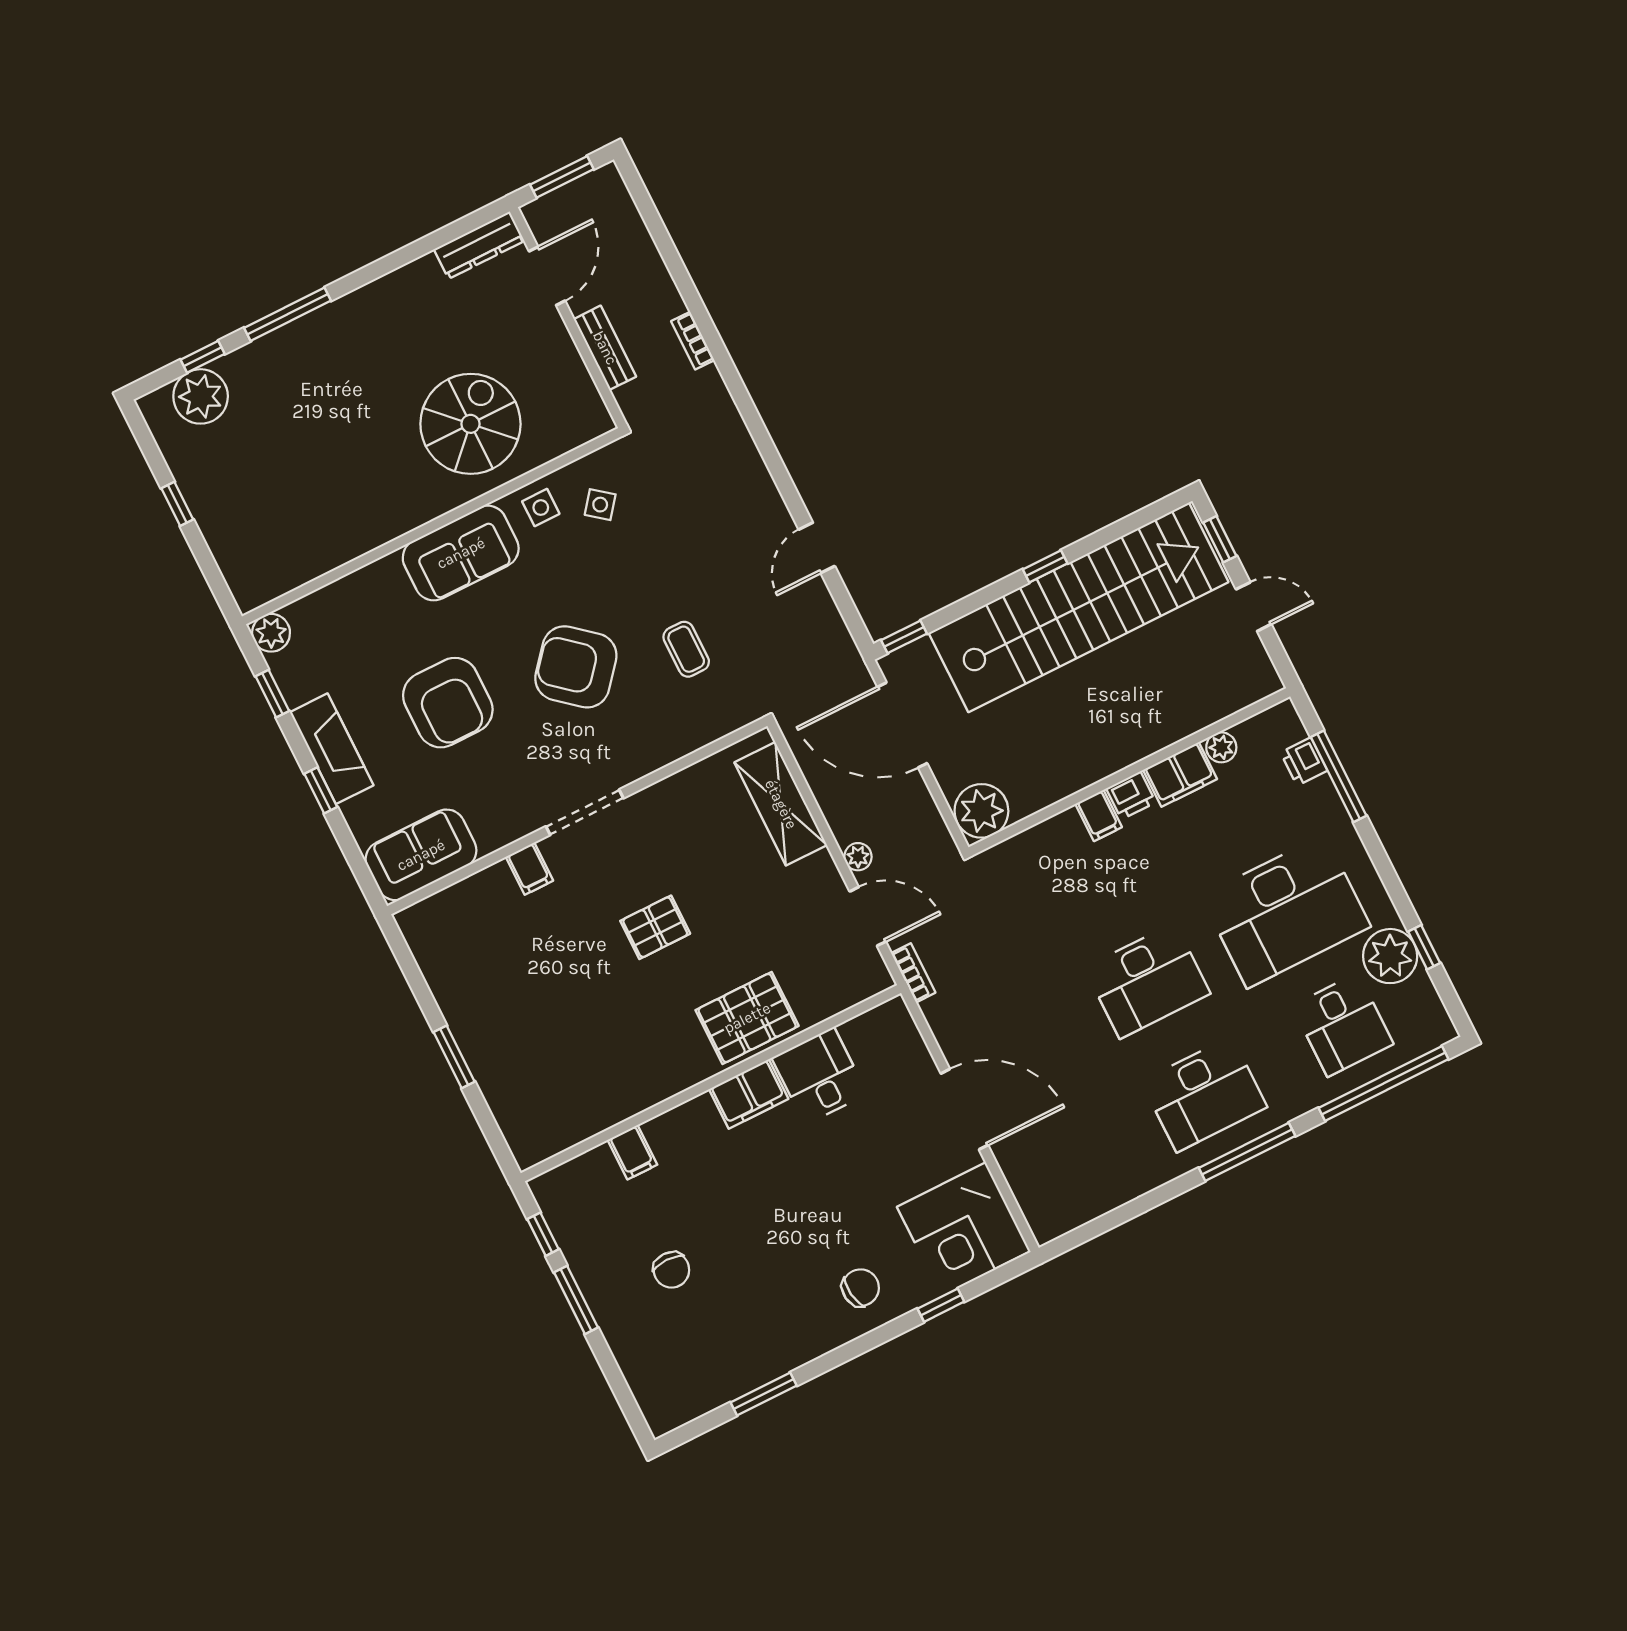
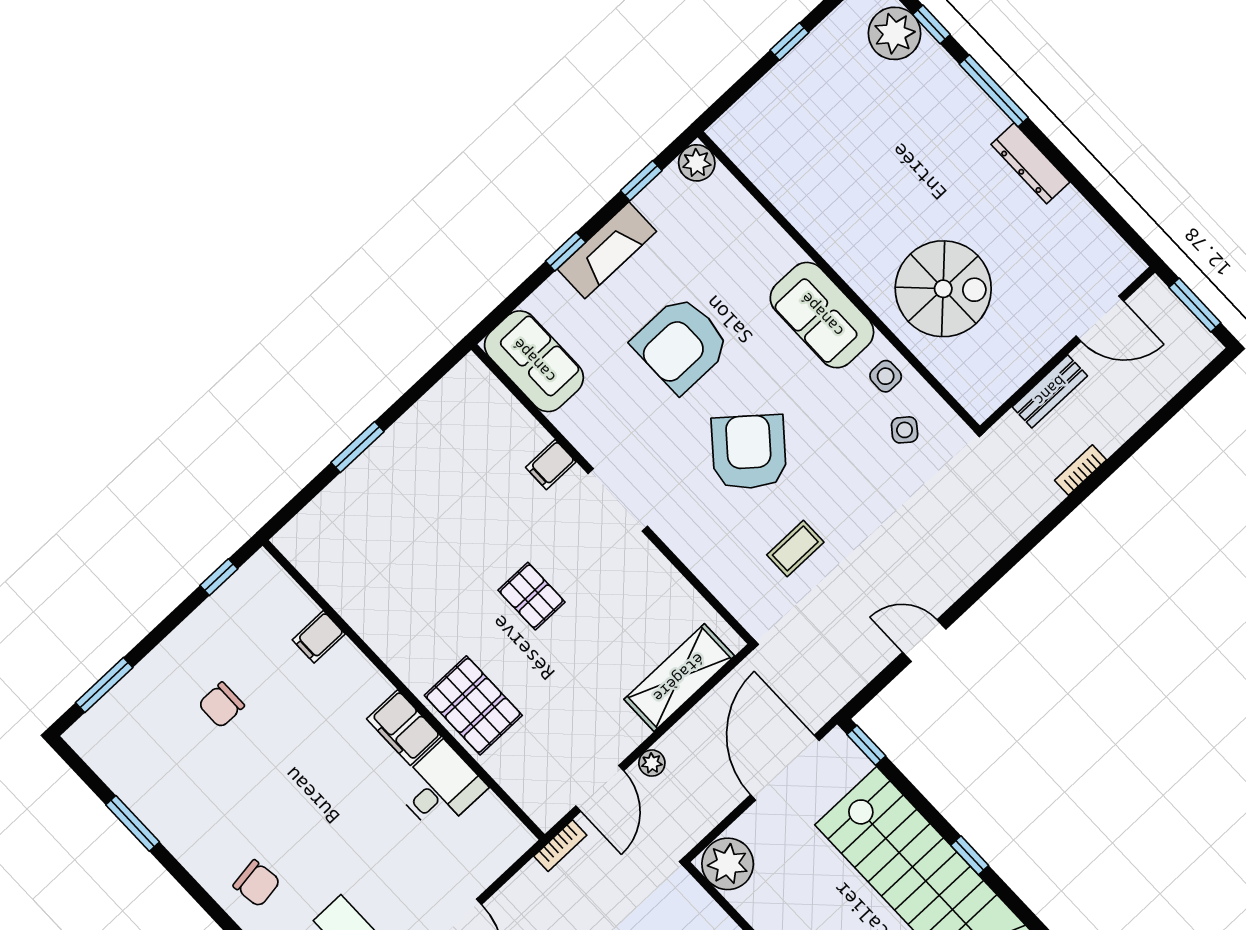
dresser: (479, 245) -> (1030, 163), moved
window: (576, 1300) -> (104, 685), moved

